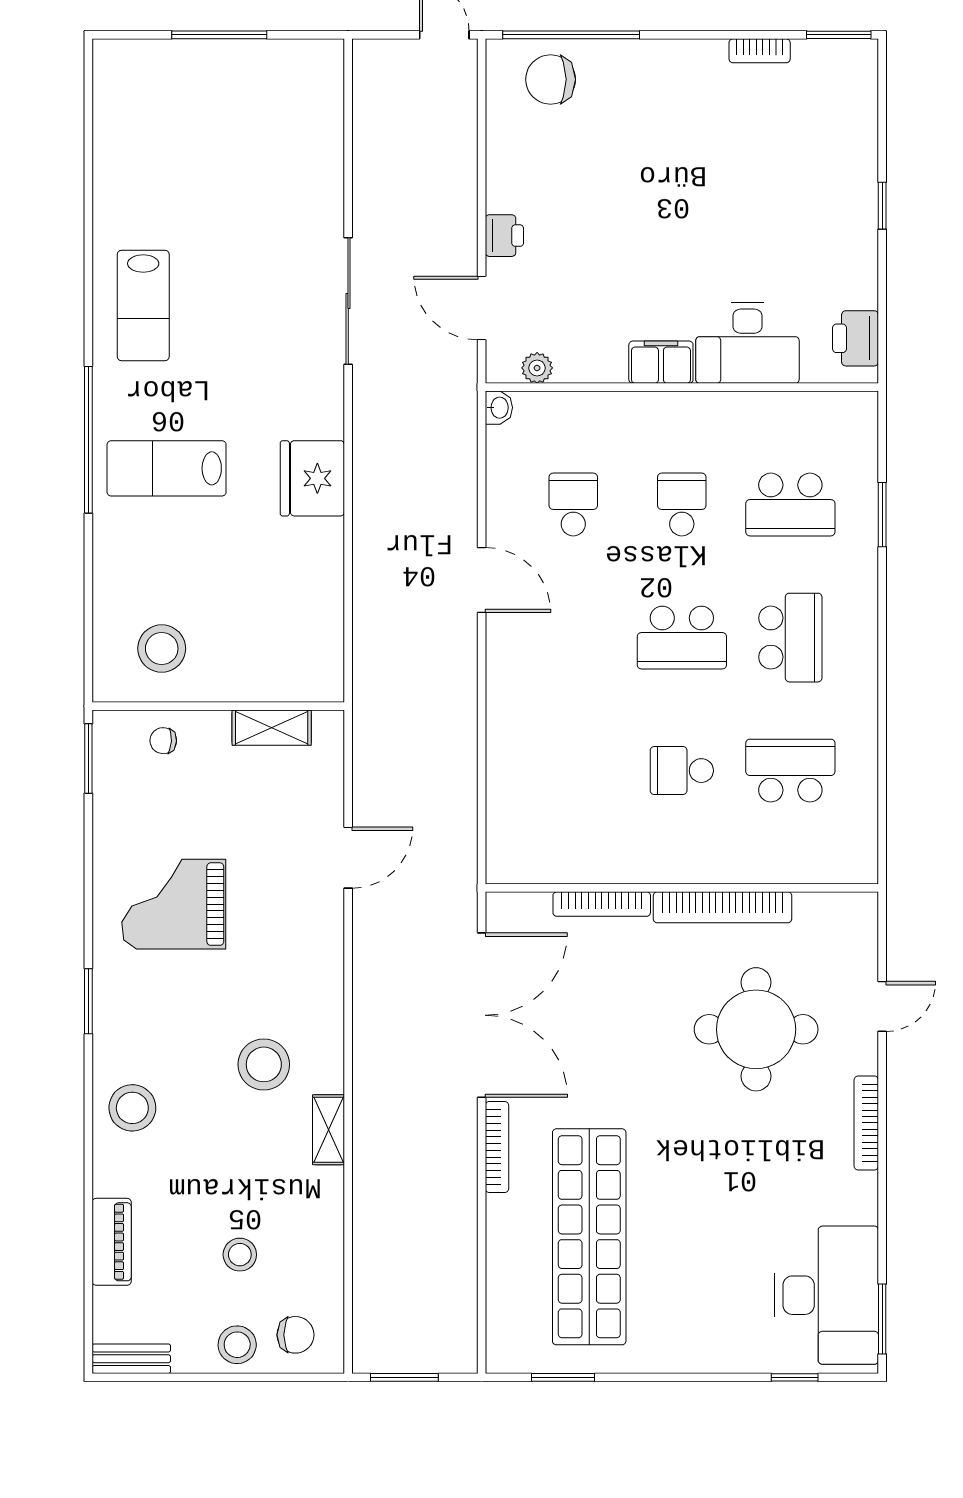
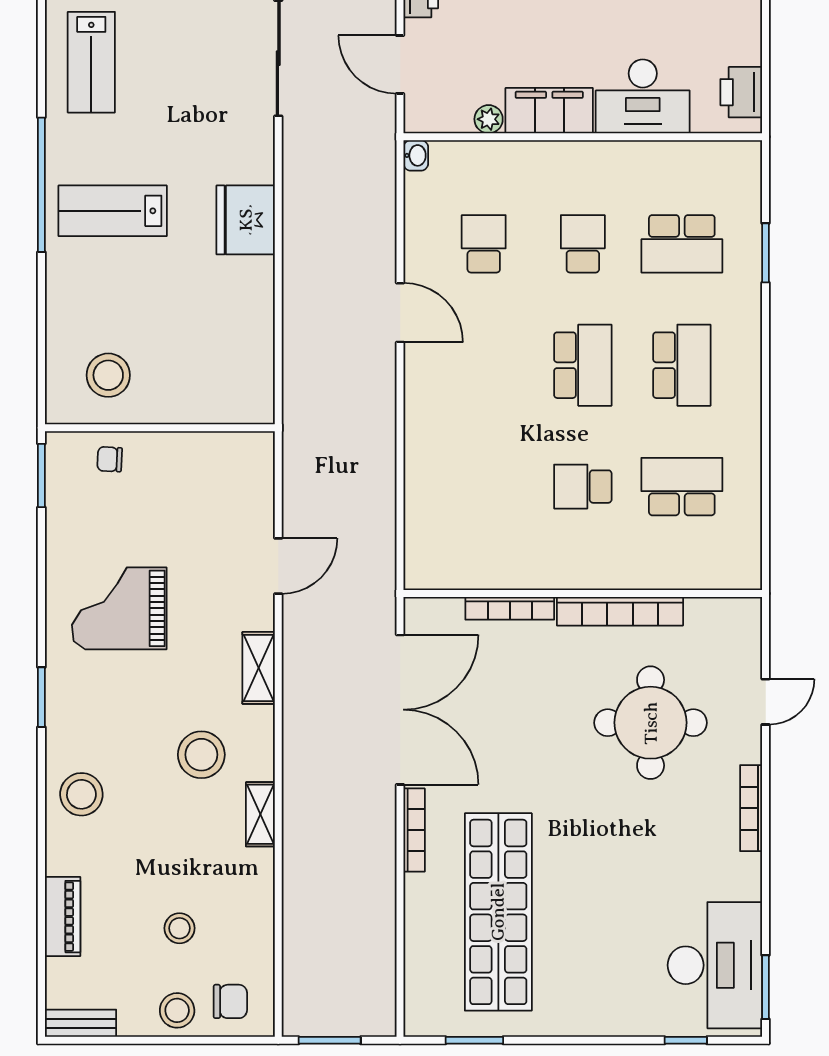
filing cabinet: (661, 362) -> (549, 111), width x1.50, depth x1.17
plant: (537, 368) -> (489, 119), moved
school desk: (682, 638) -> (583, 365), turned -90
shelving: (272, 728) -> (259, 668), moved, turned 90

